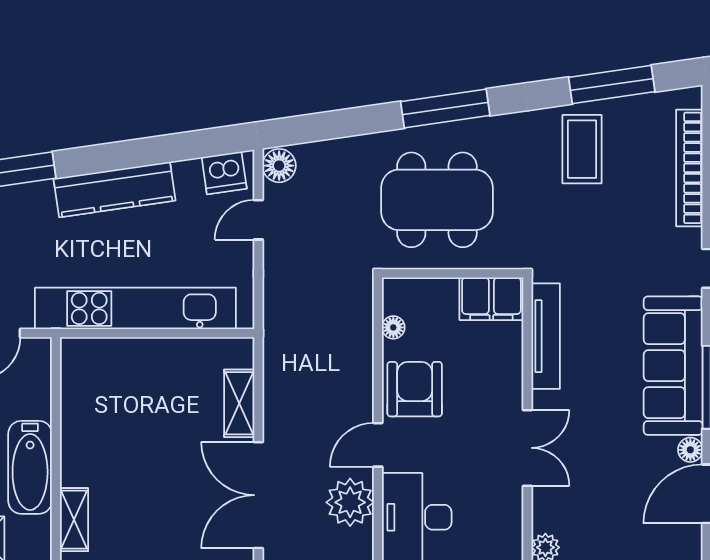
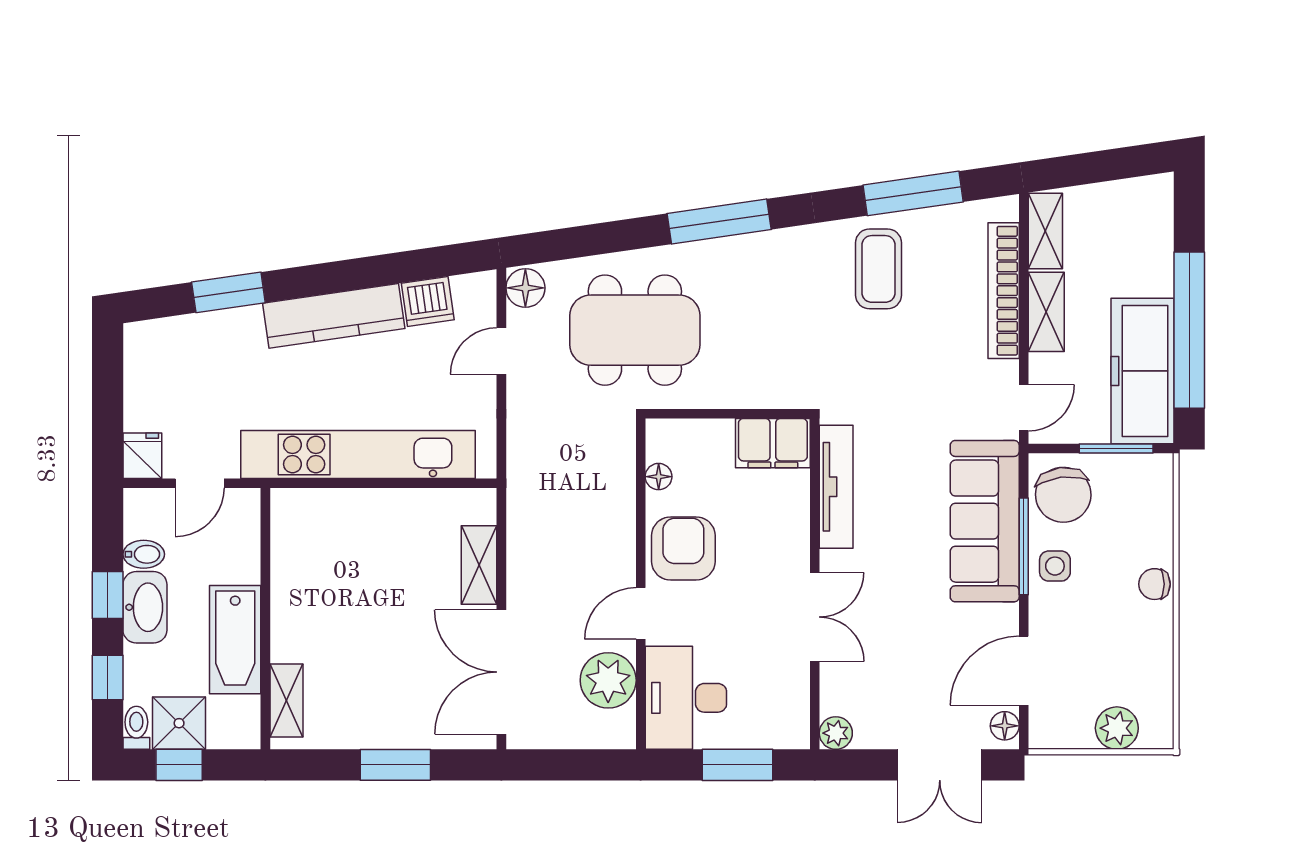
dishwasher: (224, 173) -> (428, 301), moved
dining table: (437, 200) -> (635, 330), moved
floor lamp: (690, 450) -> (1005, 726), moved

